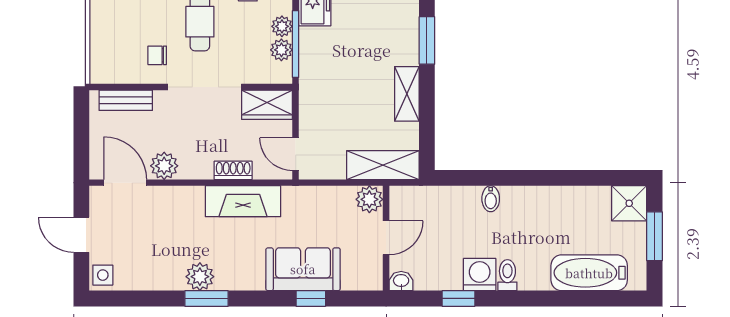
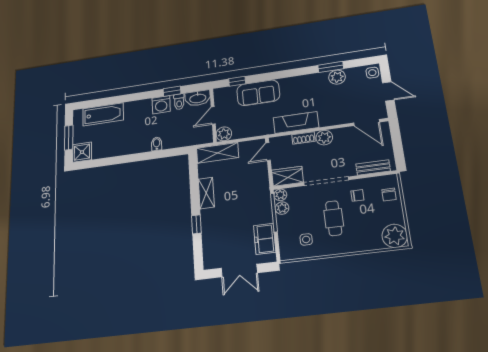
plant: (282, 26) -> (280, 195), moved
window: (427, 40) -> (196, 224), width x0.67
chair: (107, 50) -> (389, 195), added
door: (296, 154) -> (268, 152), swing flipped
plant: (164, 166) -> (324, 138), moved
toilet: (507, 275) -> (179, 102), moved
plant: (200, 277) -> (337, 77), moved
washbasin: (401, 281) -> (198, 98), width x1.91, depth x1.45
window: (207, 298) -> (331, 67), moved
window: (311, 298) -> (237, 81), moved

